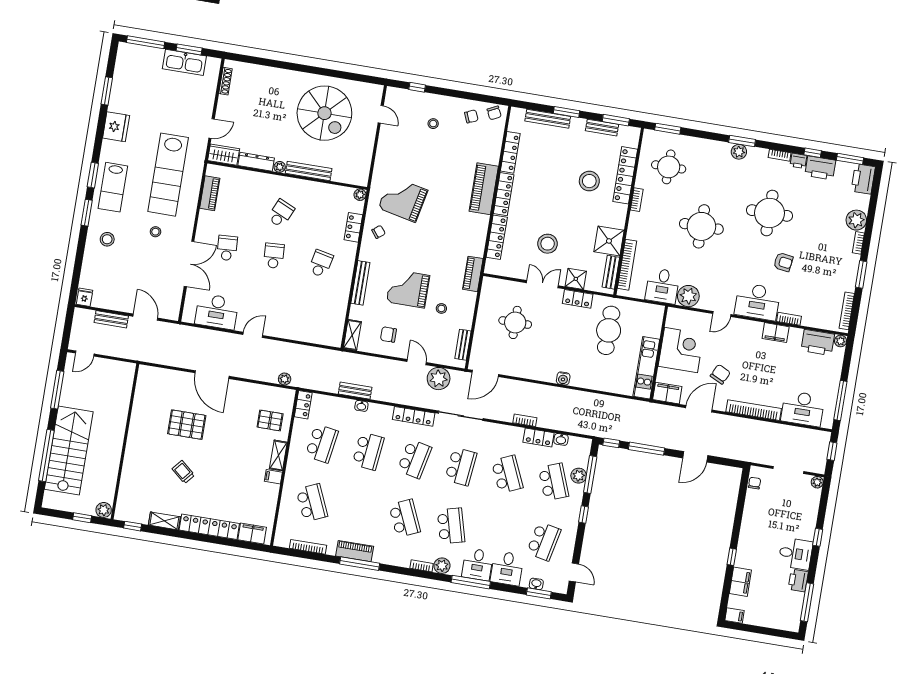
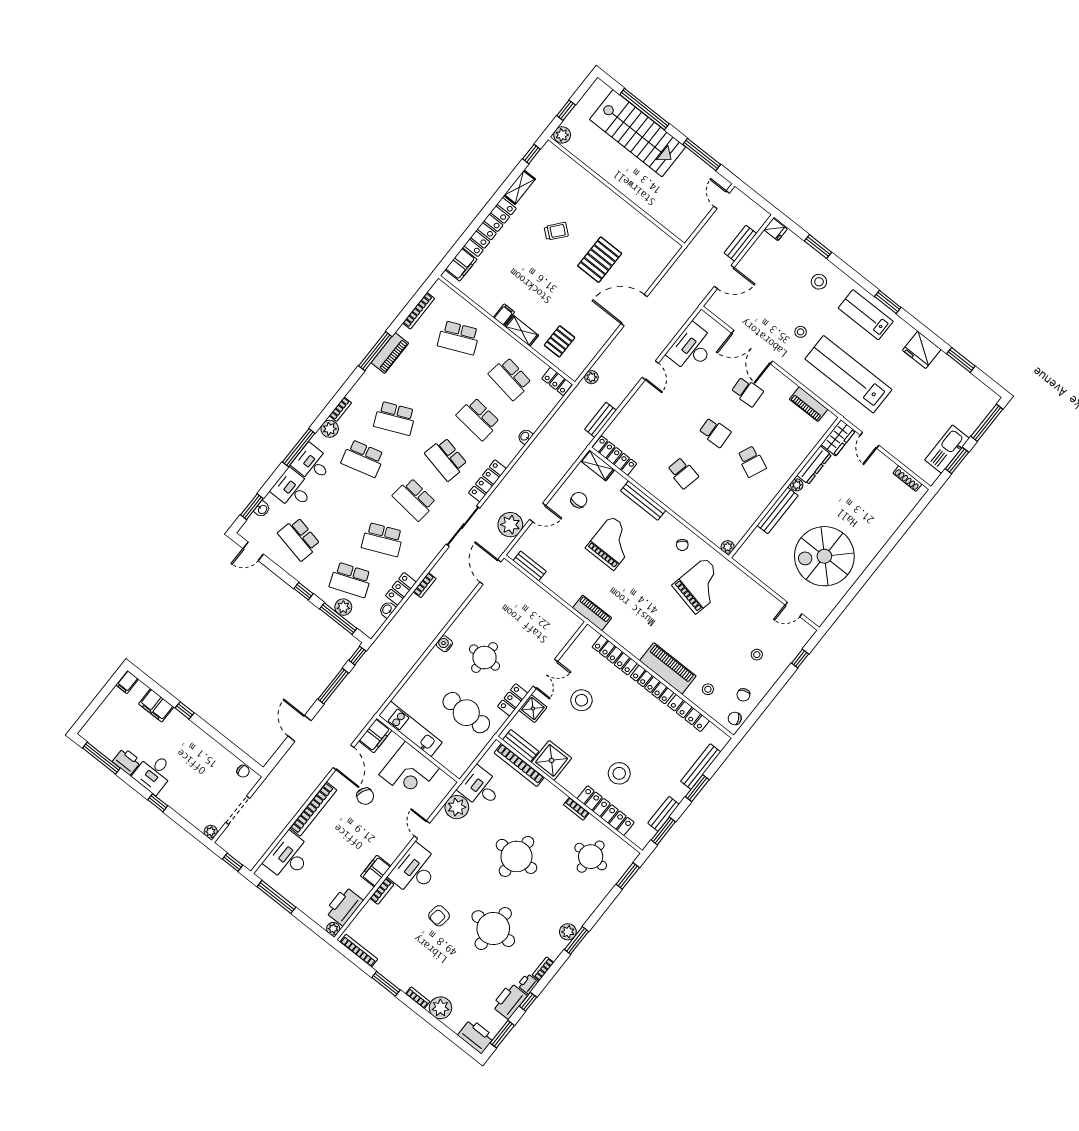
window: (87, 213) -> (818, 247), moved
locker: (353, 227) -> (614, 456), moved, width x1.53
stool: (441, 308) -> (708, 689), moved
round table: (515, 322) -> (485, 658), moved
bench: (355, 391) -> (601, 420), moved

